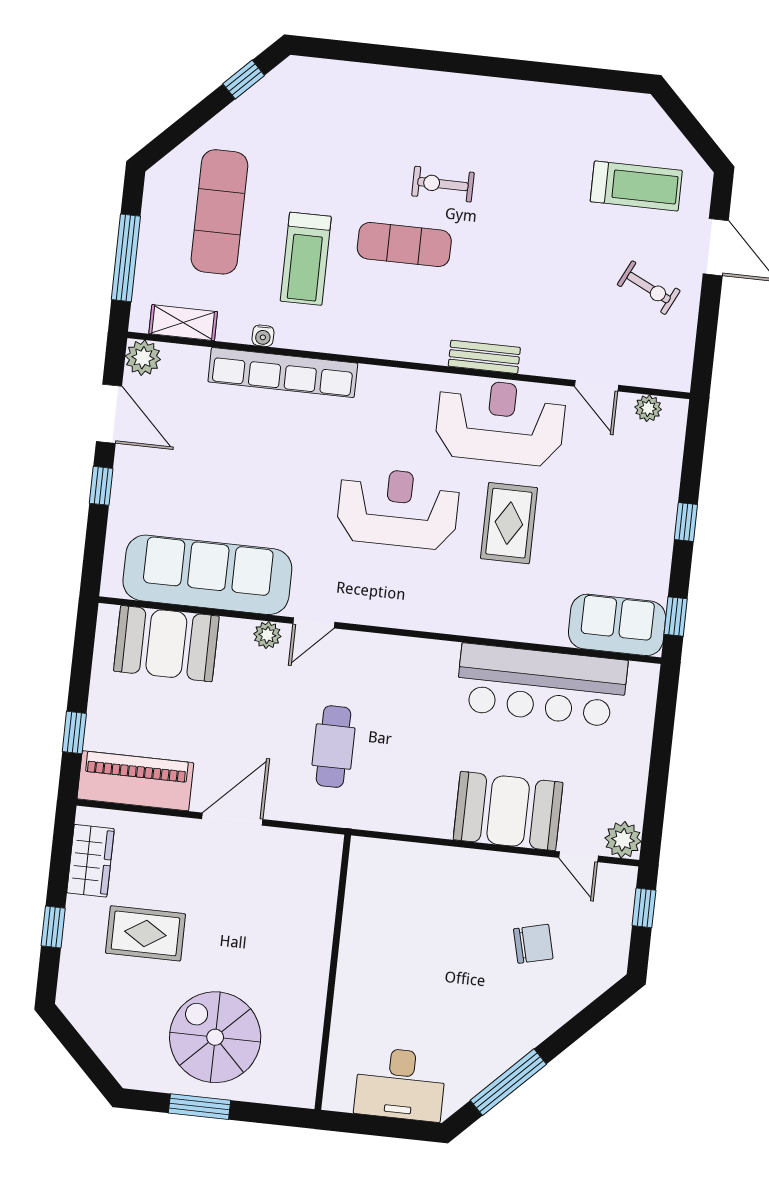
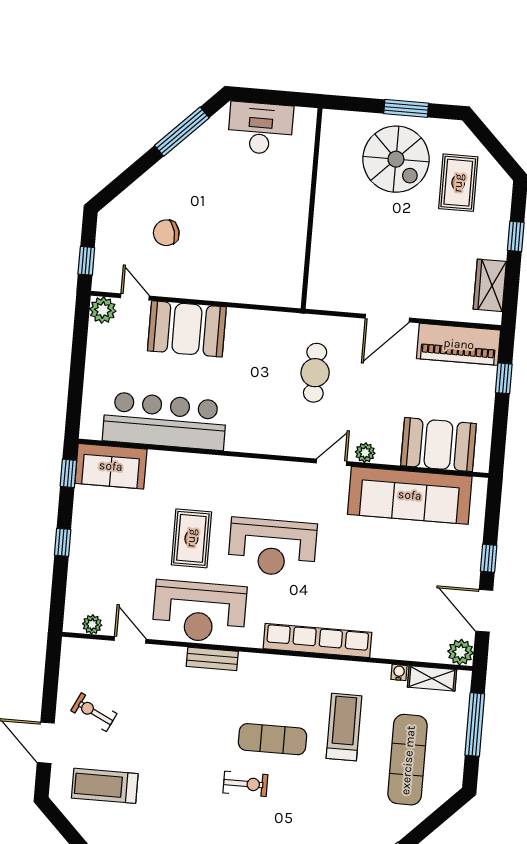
water cooler: (263, 336) -> (399, 672), moved
row of seats: (283, 372) -> (317, 640), moved
rug: (145, 933) -> (458, 183), moved, turned 90

